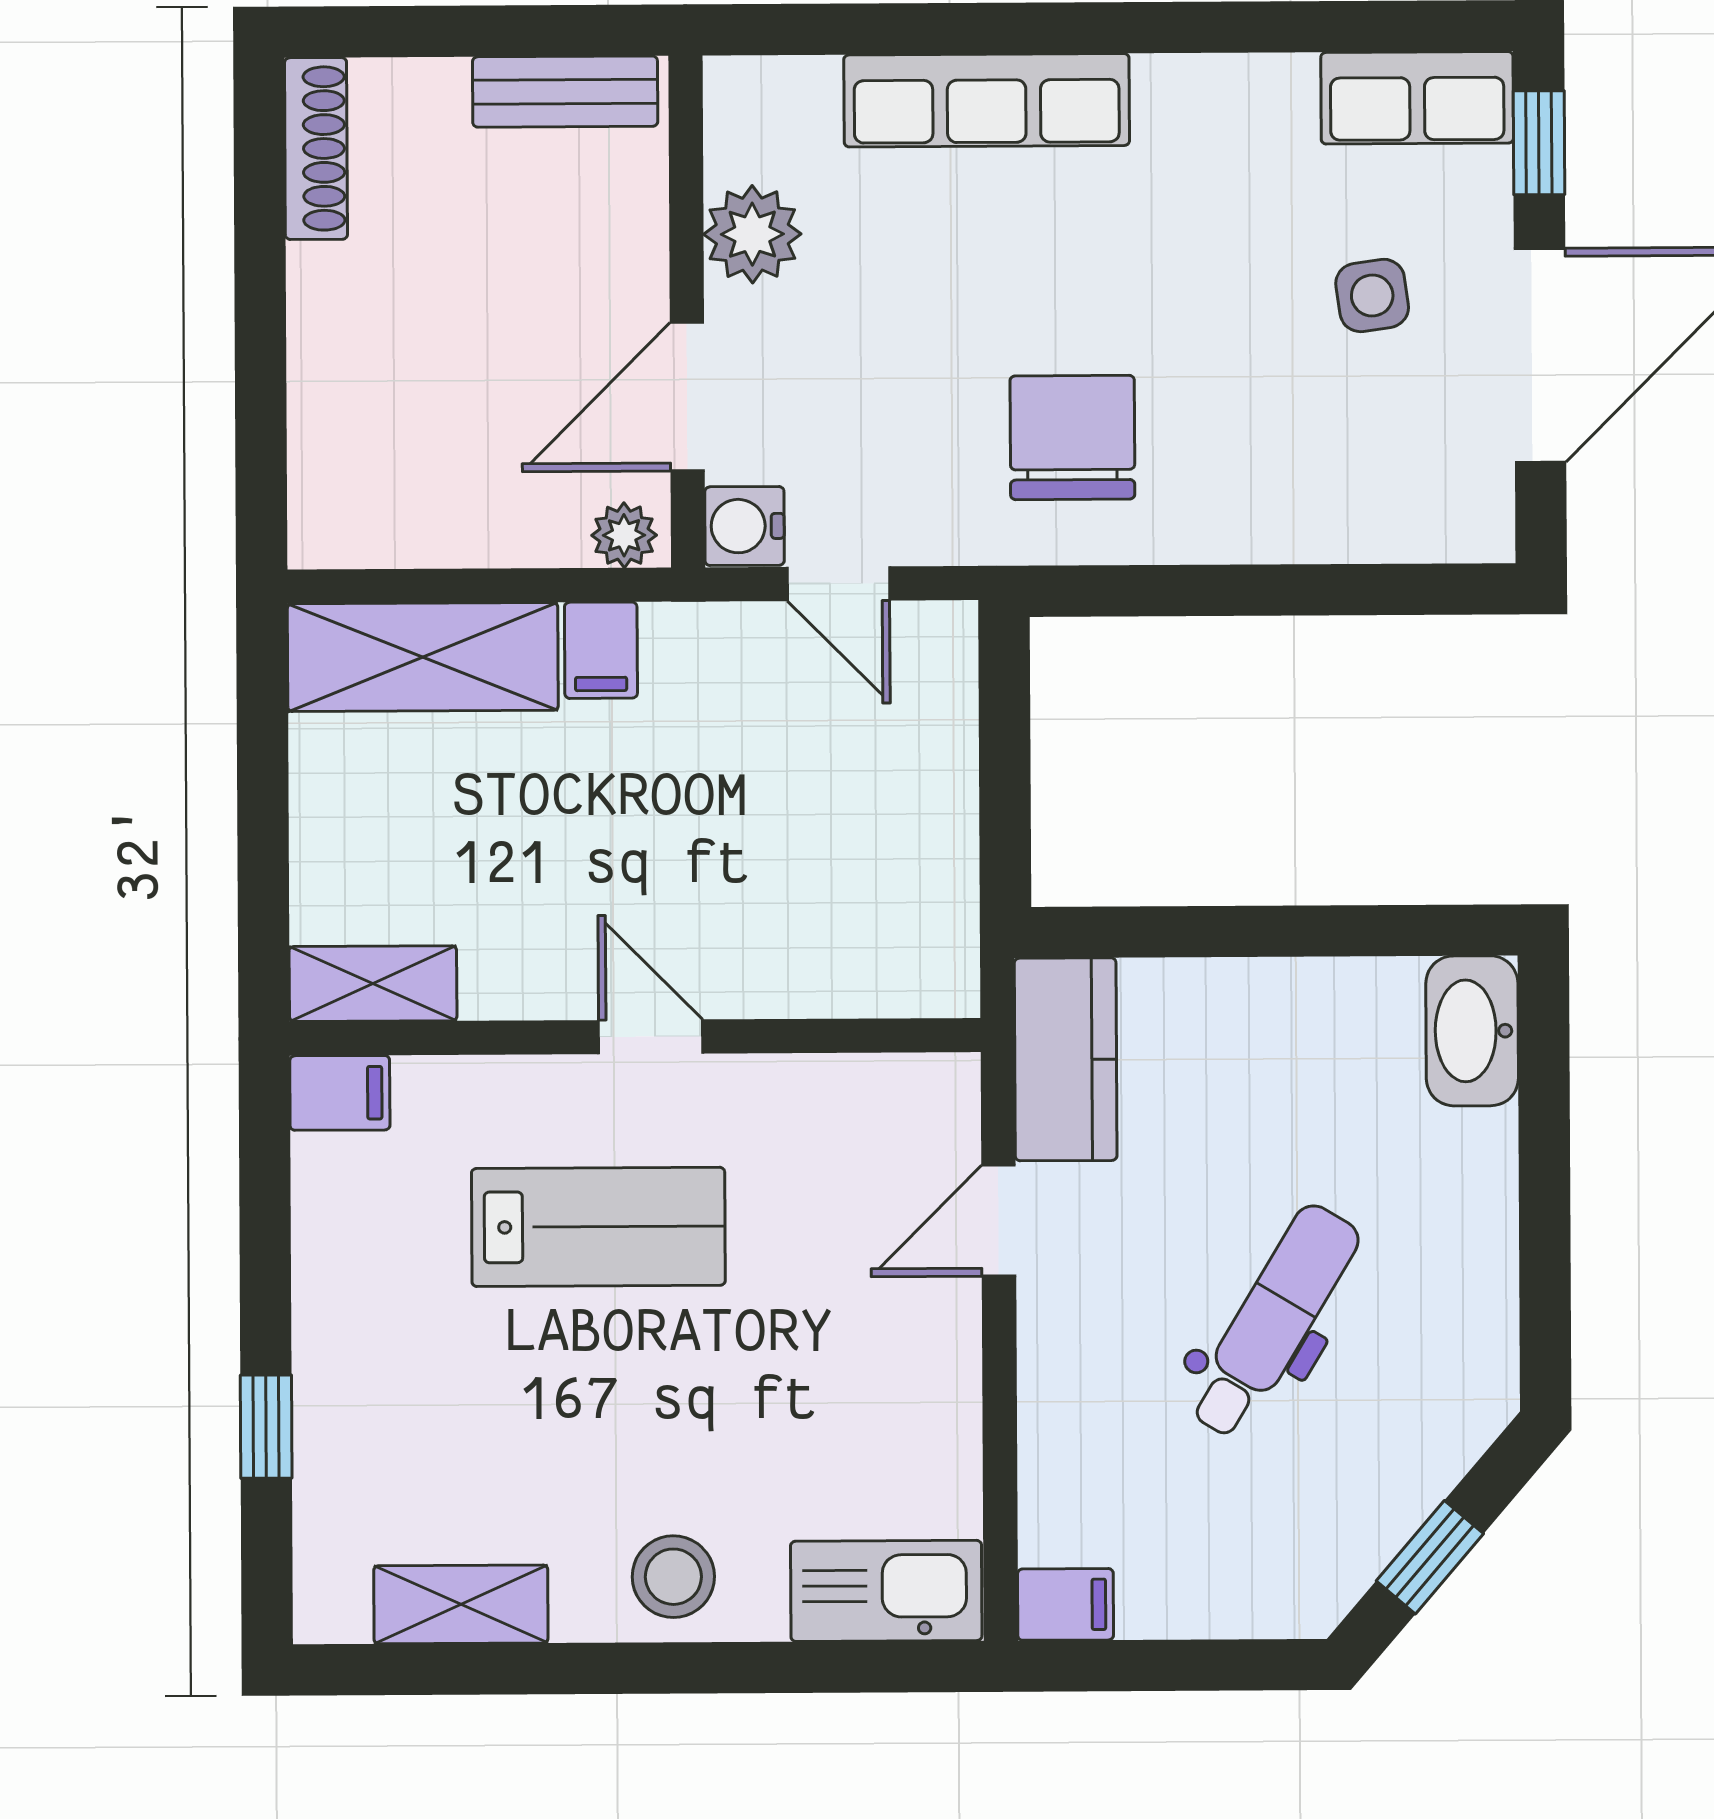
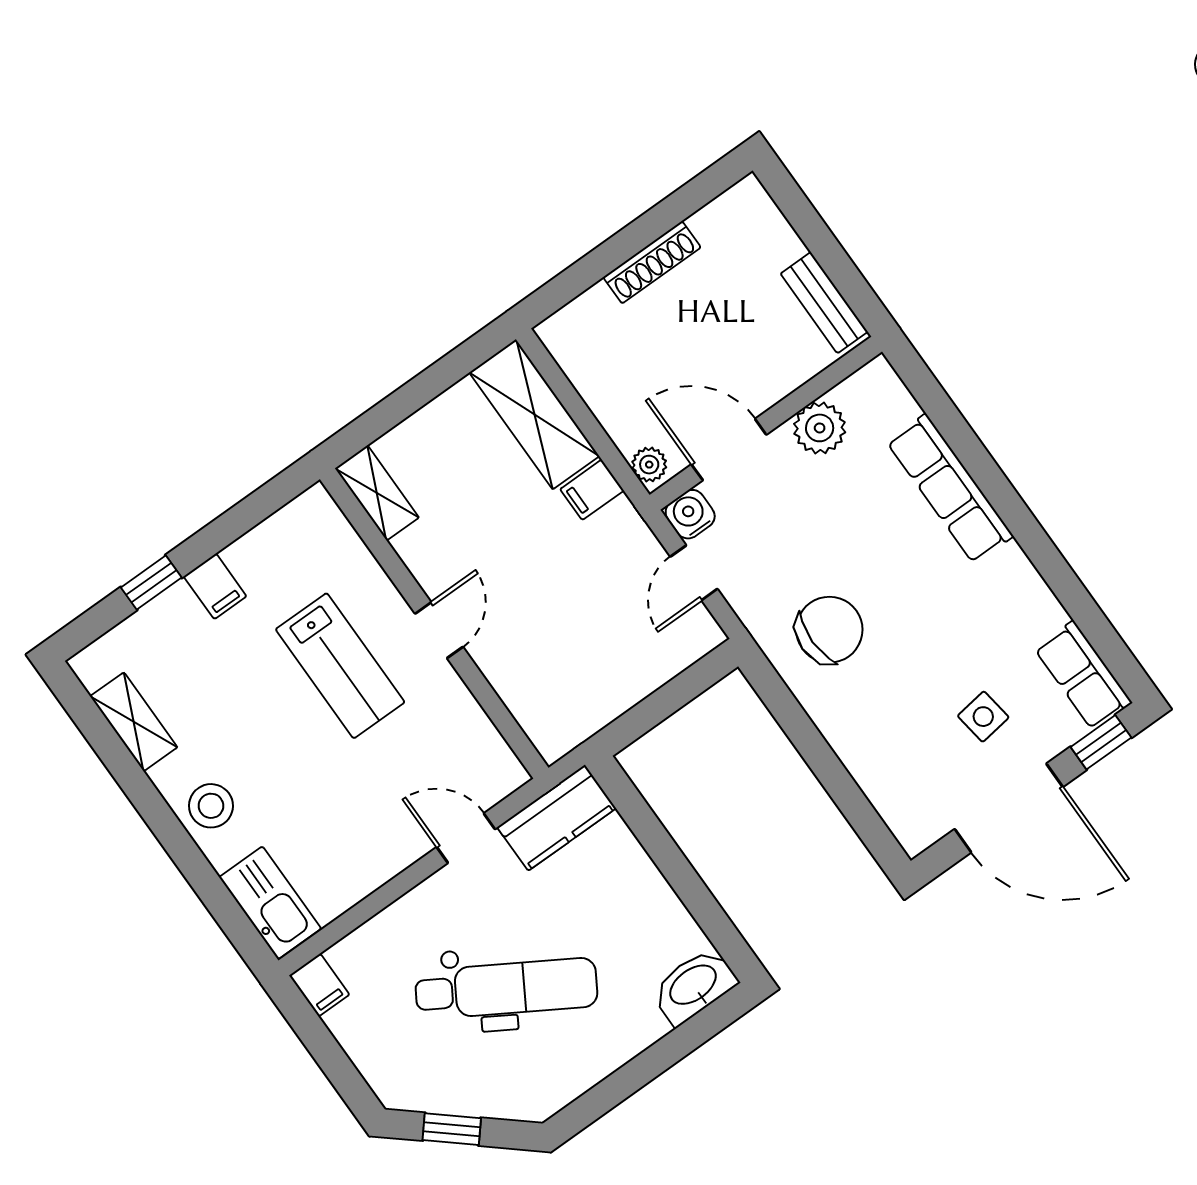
shoe rack: (316, 149) -> (652, 262), moved
filing cabinet: (340, 1093) -> (215, 586), moved
dental chair: (1273, 1321) -> (506, 989), width x1.36, depth x1.38

